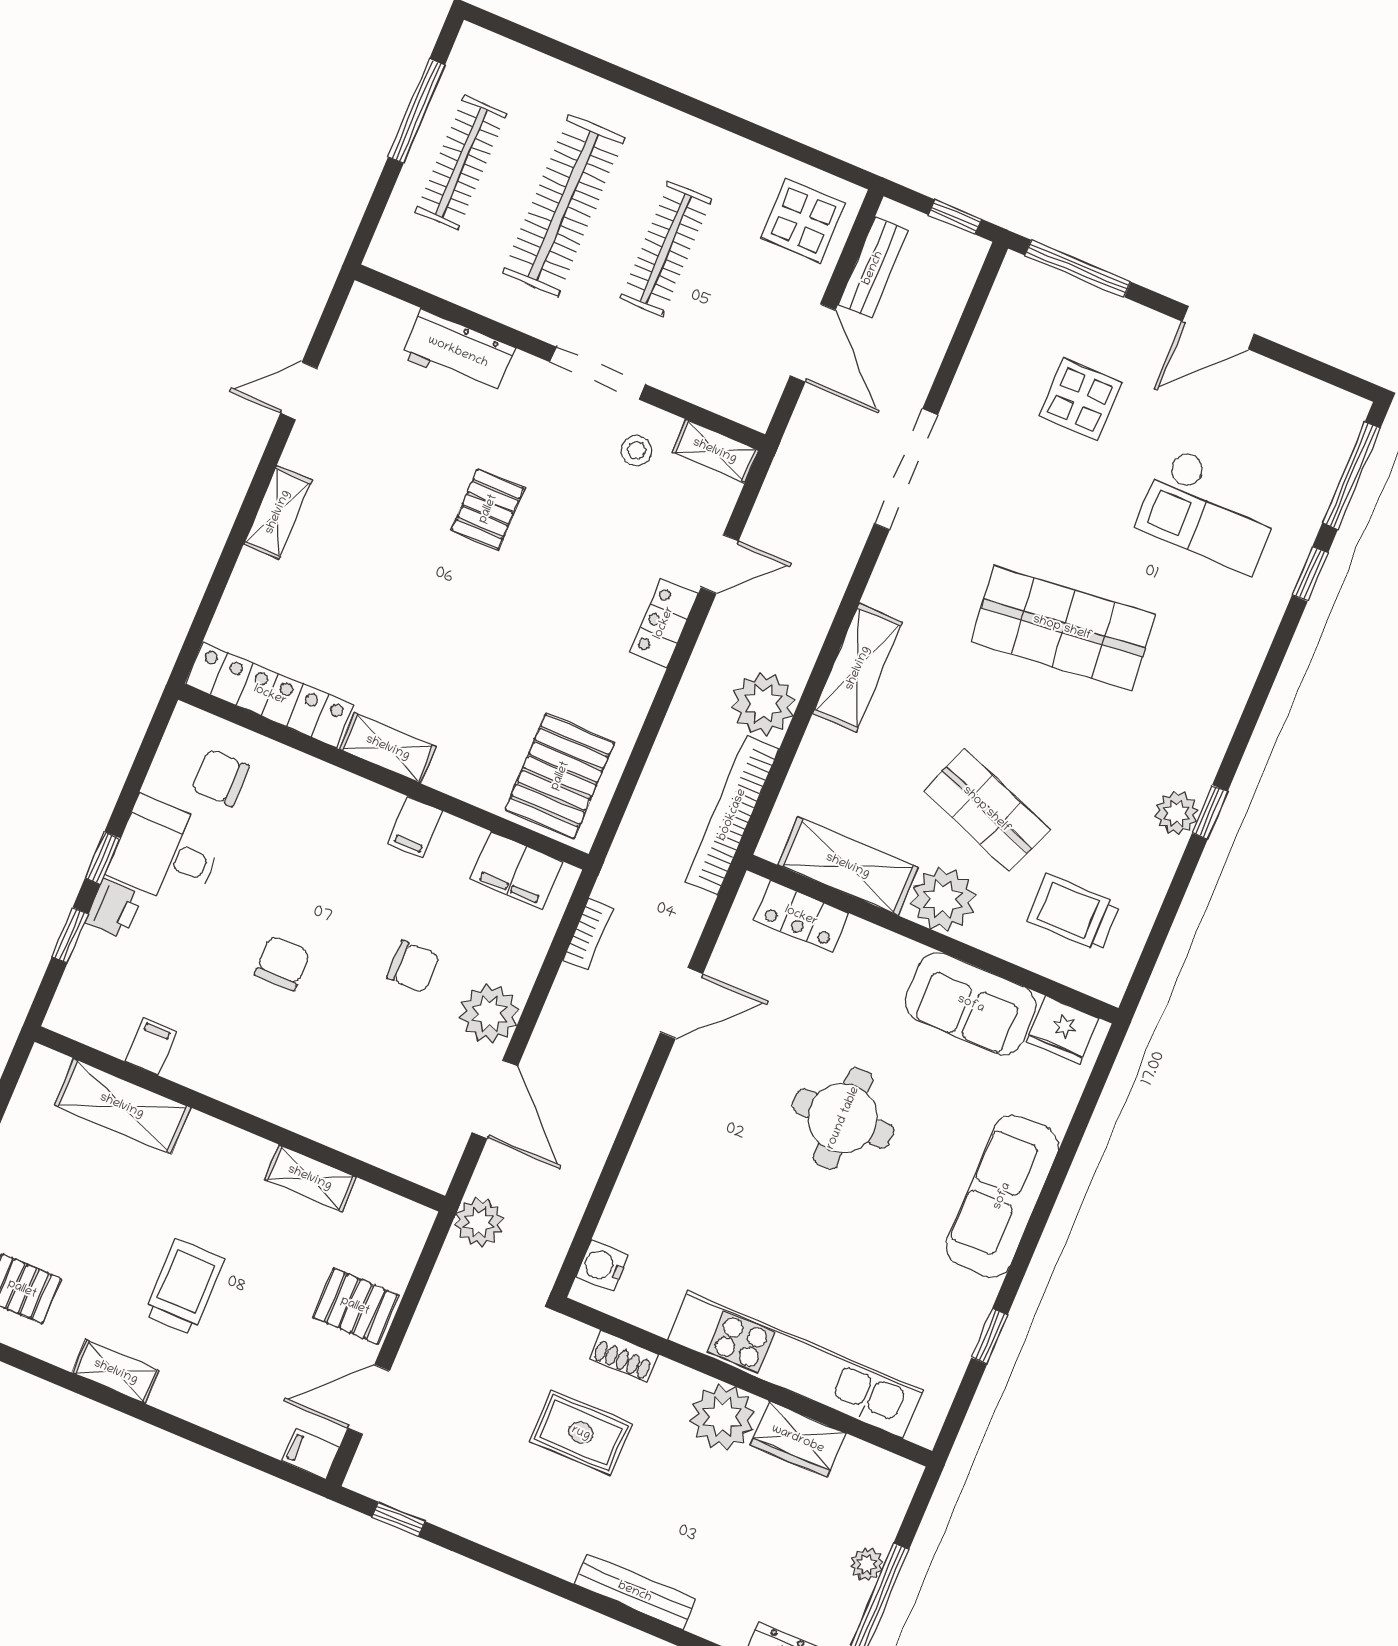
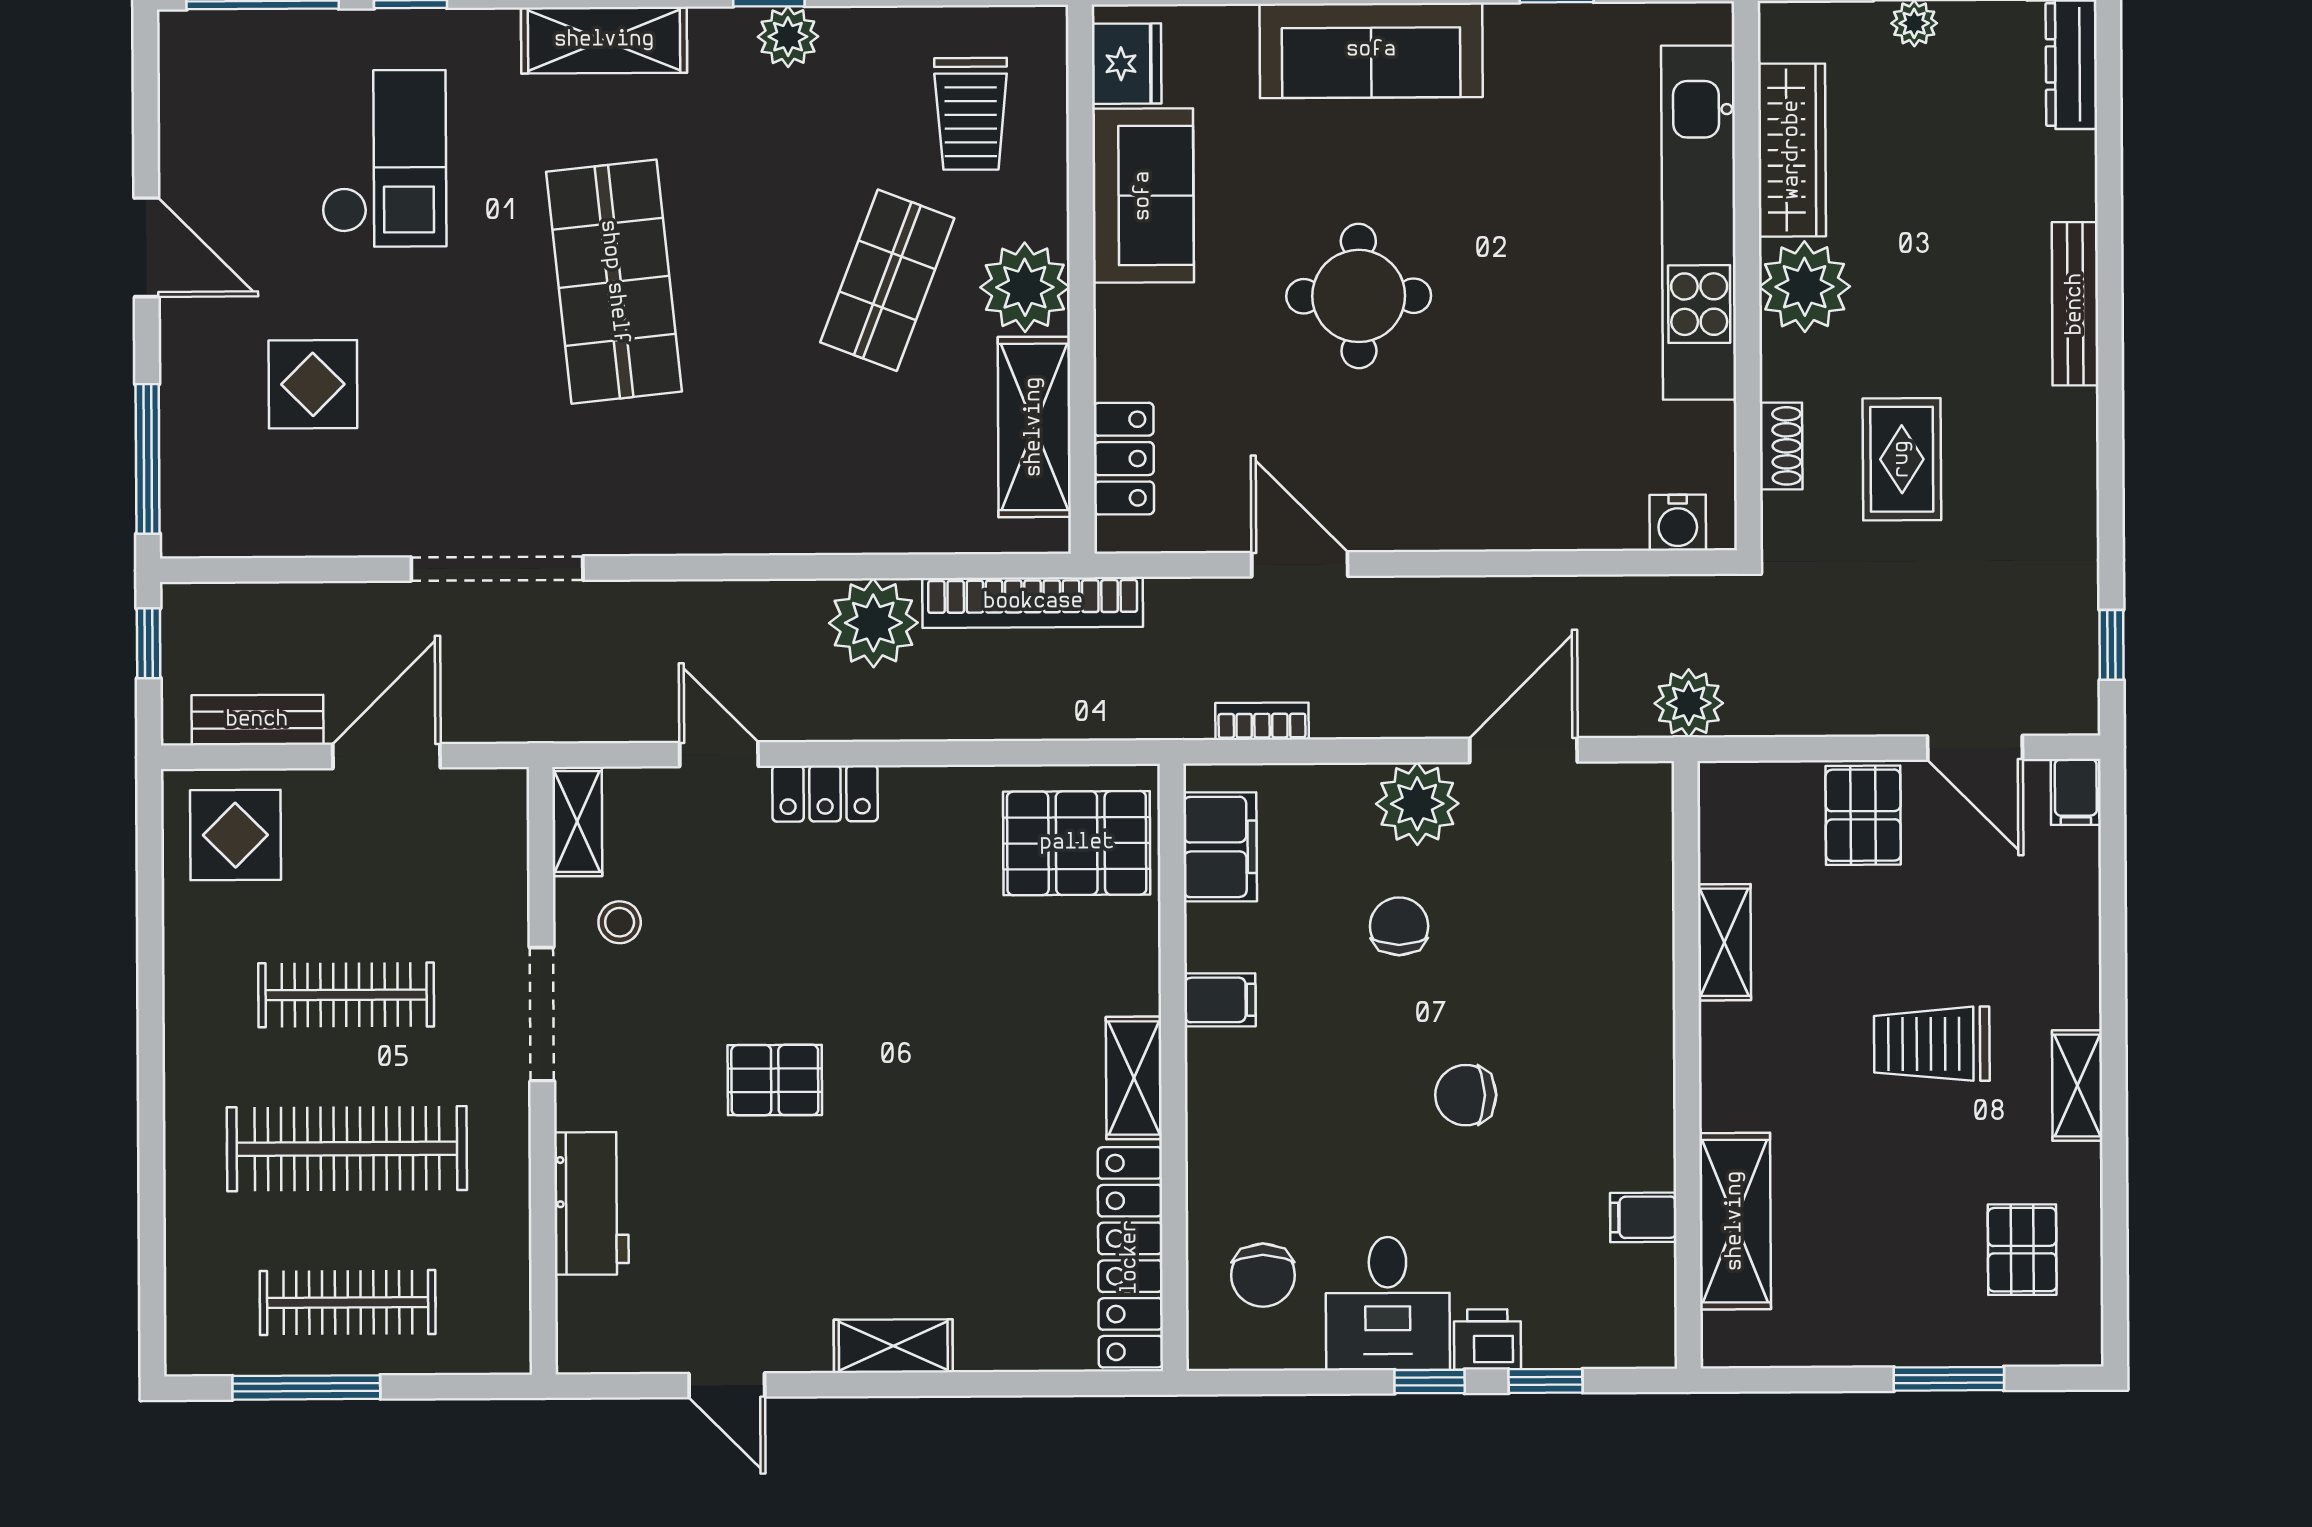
shelving: (858, 668) -> (604, 40), moved
wardrobe: (798, 1439) -> (1792, 150), width x1.50

